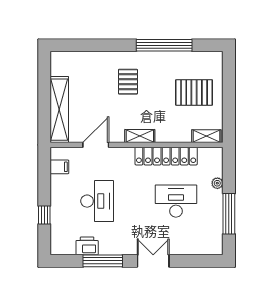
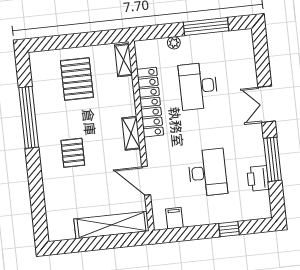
pallet: (128, 82) -> (73, 153), turned 90
desk: (97, 201) -> (208, 173), turned 90

